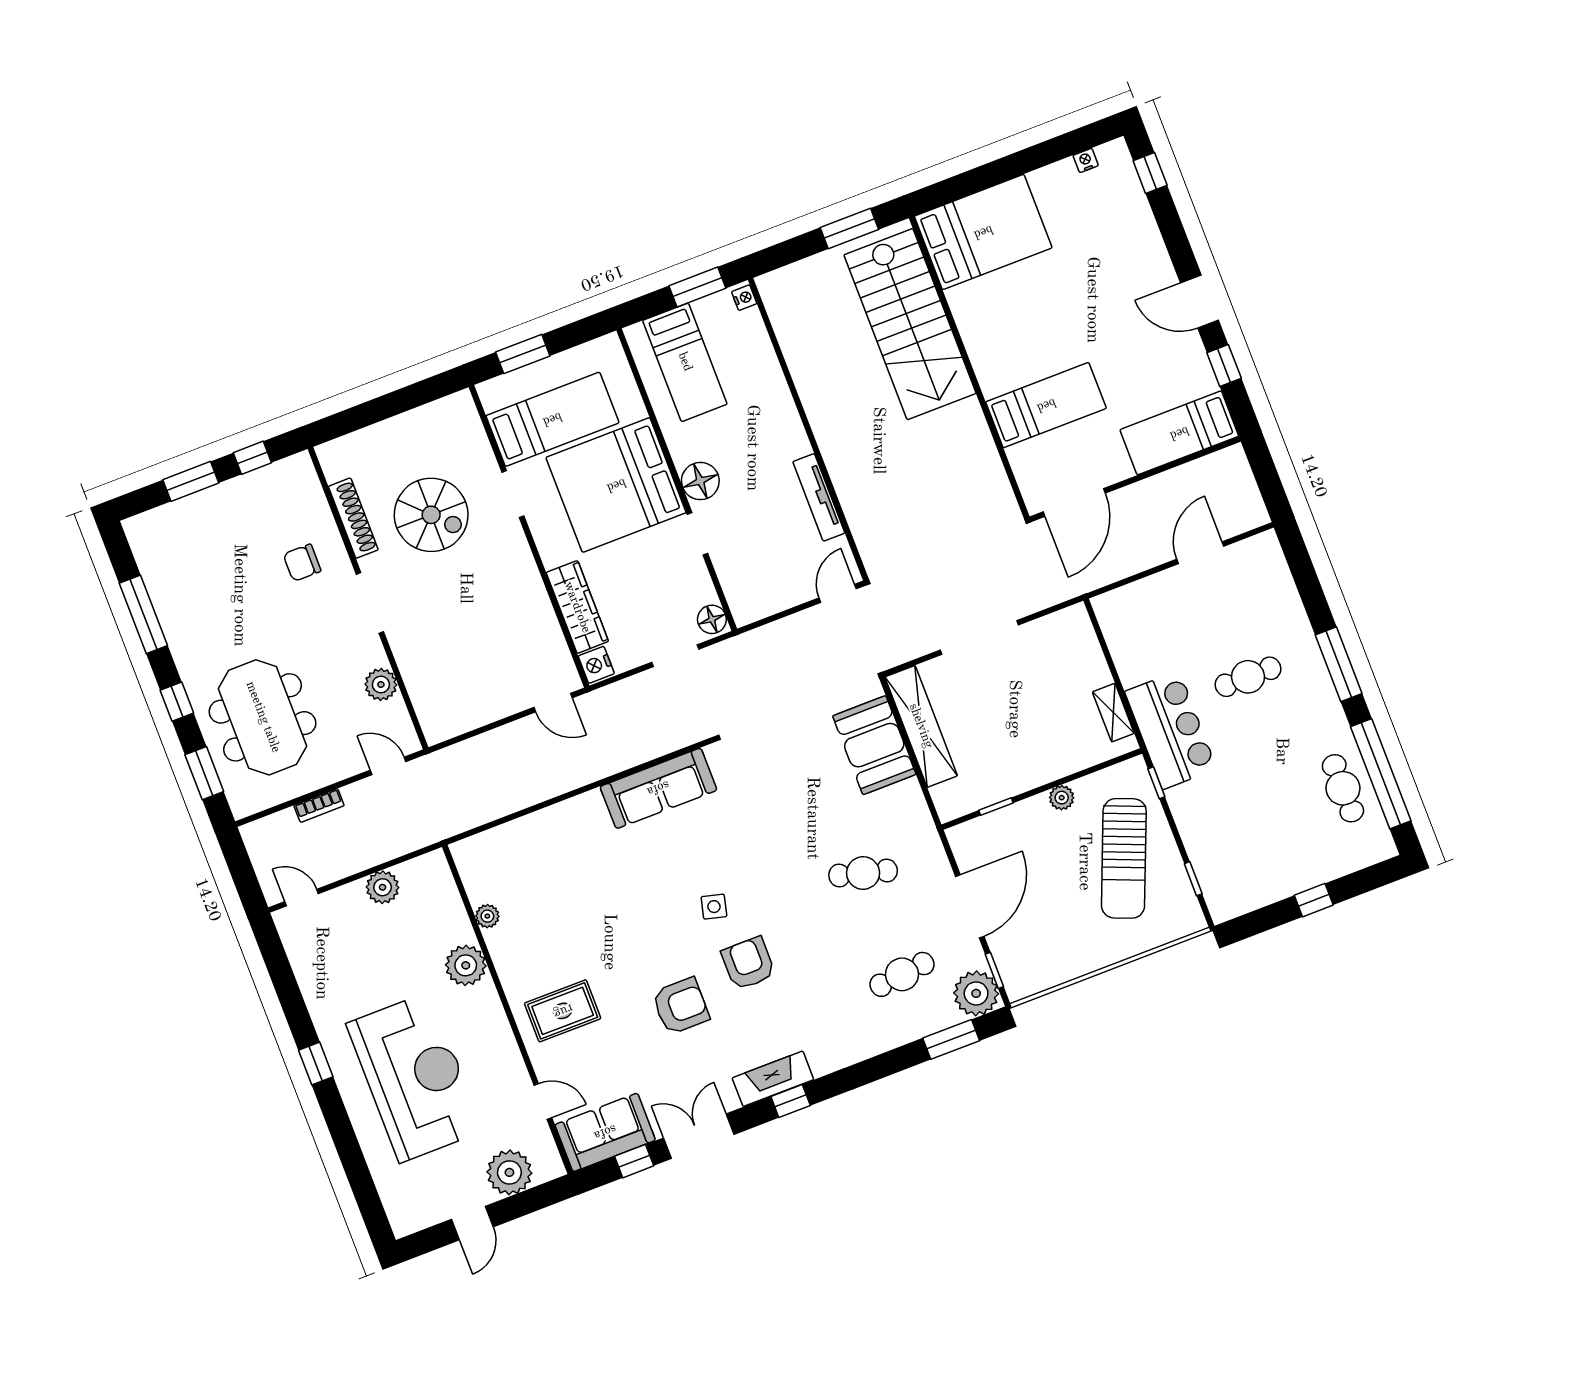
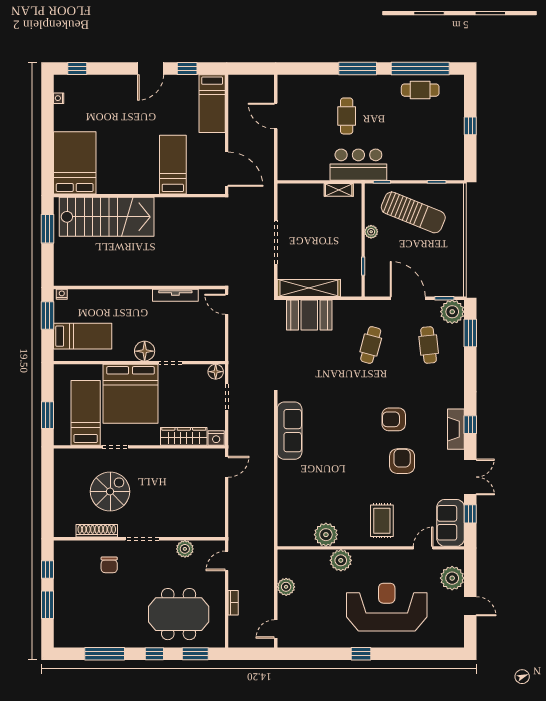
side table: (714, 907) -> (359, 426), removed
plant: (487, 916) -> (326, 535), width x1.88, depth x1.88
double door: (699, 1136) -> (470, 477), swing flipped

